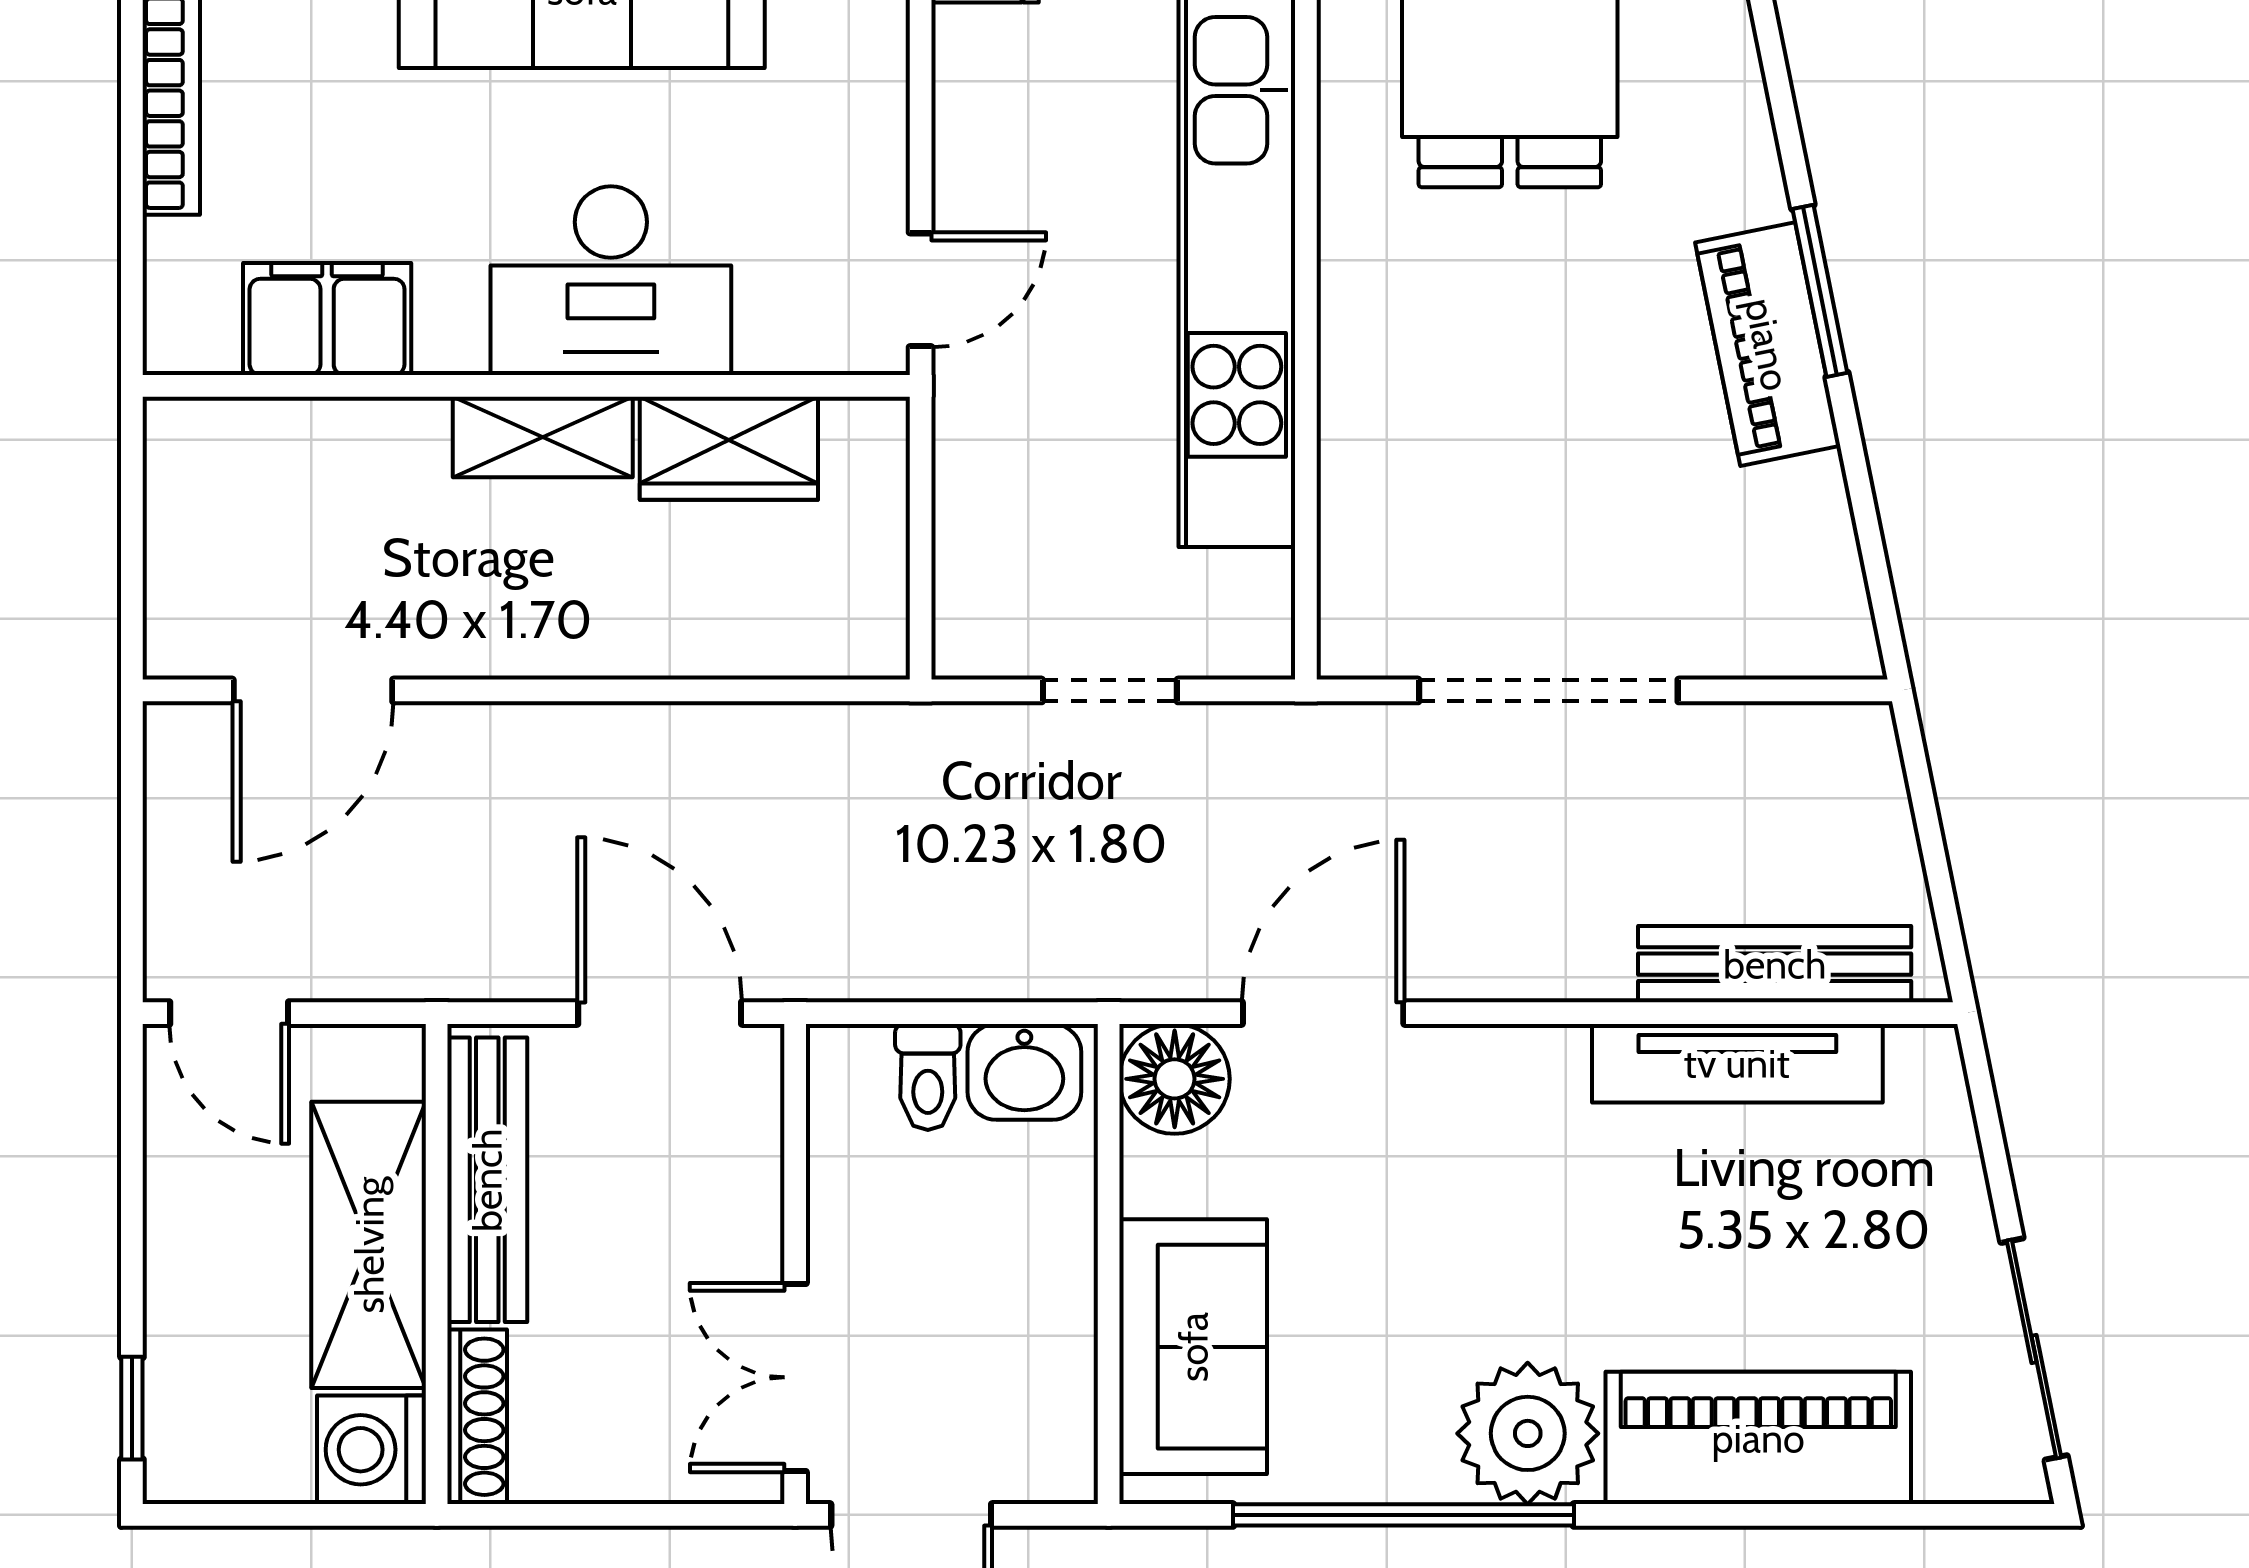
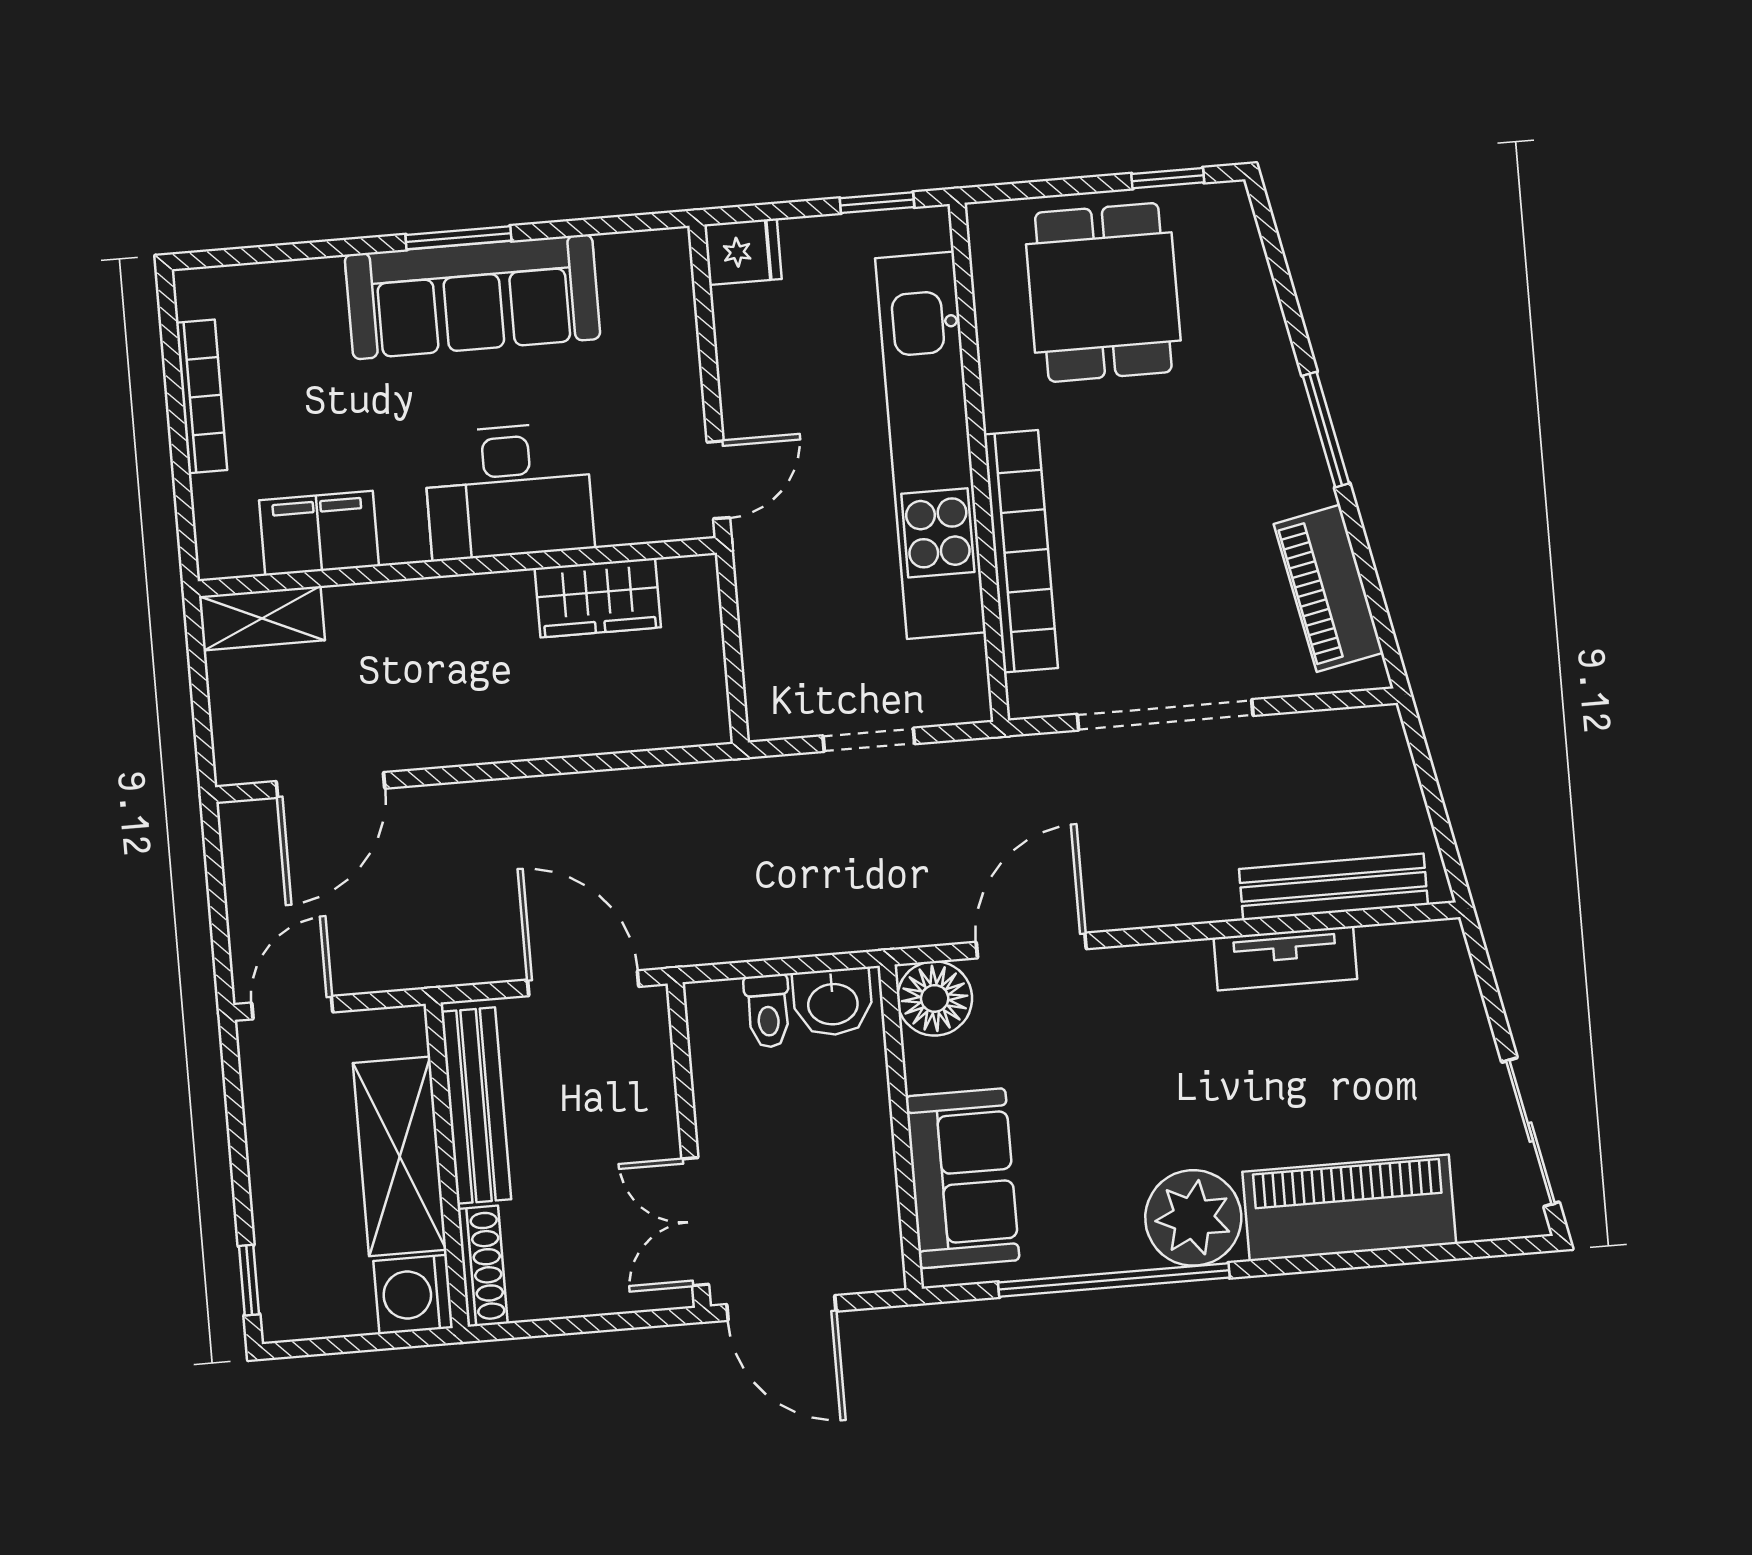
piano: (1768, 344) -> (1329, 588), moved
bookcase: (1357, 432) -> (1021, 551), added
shelving: (543, 437) -> (262, 618), moved
door: (229, 1013) -> (292, 1008), swing flipped
tv unit: (1737, 1063) -> (1285, 958), width x0.71

